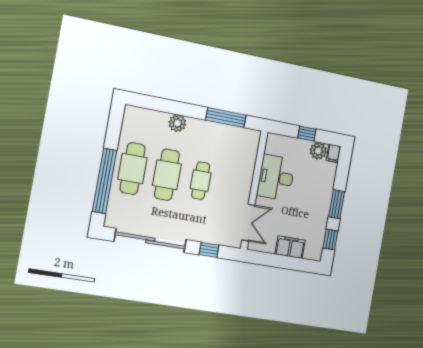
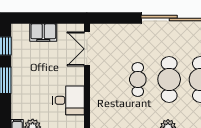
desk: (276, 177) -> (68, 100), width x0.73
window: (209, 250) -> (119, 18), removed

